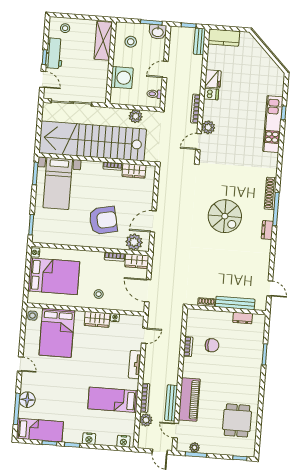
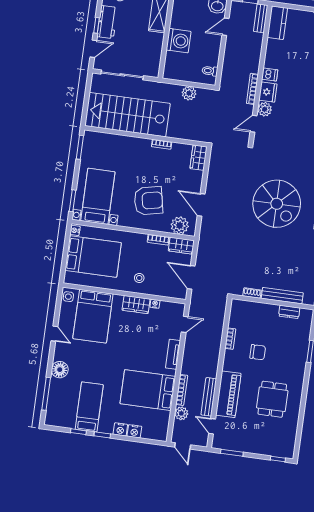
kitchen counter: (224, 38) -> (277, 23), moved, turned -90
stool: (131, 42) -> (188, 14), removed
door: (165, 70) -> (225, 27), moved
washing machine: (122, 78) -> (179, 41), moved
door: (43, 79) -> (93, 49), hinge flipped
fridge: (213, 79) -> (268, 92), moved
stairs: (93, 141) -> (127, 115), width x0.73
wardrobe: (134, 171) -> (199, 158), moved, turned 90
bed with nightstands: (58, 184) -> (98, 196), moved, turned 180
spiral stairs: (225, 216) -> (277, 204), width x1.37, depth x1.37
door: (153, 221) -> (201, 205), hinge flipped
chair: (212, 345) -> (258, 352), moved
door: (20, 364) -> (54, 334), moved
floor lamp: (27, 400) -> (60, 370), moved
bed: (113, 400) -> (148, 390), width x1.50
dining table: (237, 420) -> (272, 399), moved
bed: (40, 430) -> (89, 407), moved, turned -90
nightstand: (124, 441) -> (134, 431), moved
plant: (194, 448) -> (231, 445), removed
door: (160, 452) -> (183, 446), moved

